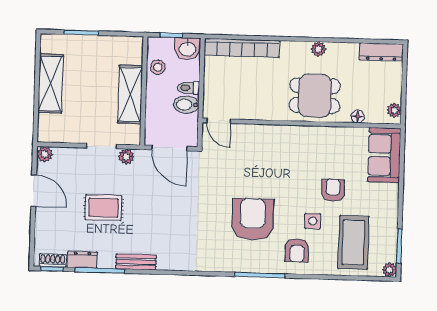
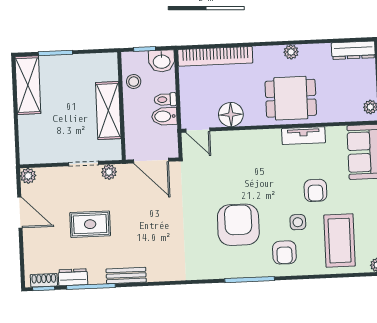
shelving: (51, 83) -> (28, 85), moved
floor lamp: (358, 117) -> (231, 115), moved, width x1.89, depth x1.89
tv unit: (325, 134) -> (303, 136), added
armchair: (333, 190) -> (315, 190), turned 180

